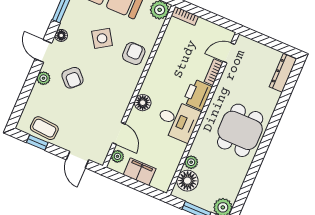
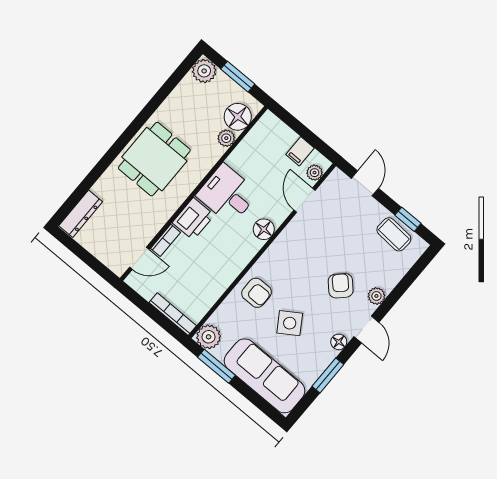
bookcase: (185, 16) -> (173, 314), width x1.56
armchair: (134, 54) -> (257, 293), turned -90
filing cabinet: (140, 172) -> (300, 151), width x0.50

